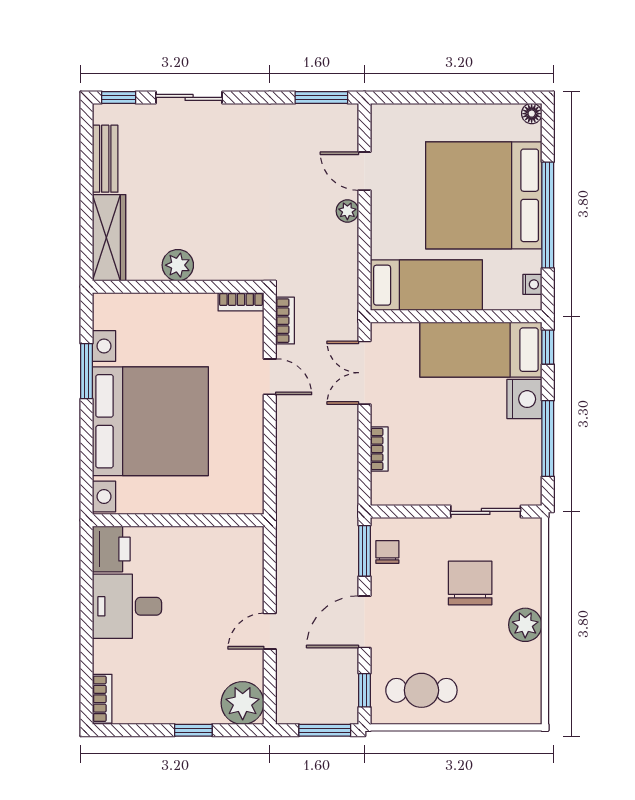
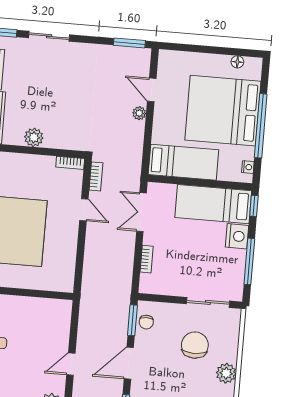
floor lamp: (532, 114) -> (237, 62), moved
chair: (387, 552) -> (146, 322), turned 180

